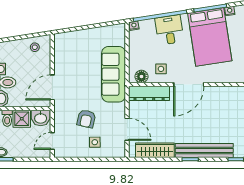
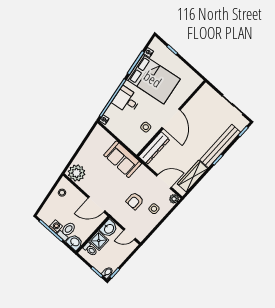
plant: (64, 44) -> (77, 173), added
sofa: (114, 74) -> (123, 159), width x0.73
floor lamp: (141, 77) -> (140, 143), removed
door: (52, 87) -> (97, 204), hinge flipped
armchair: (86, 119) -> (135, 201), turned 77
door: (52, 141) -> (129, 234), hinge flipped
plant: (120, 152) -> (174, 199), added

